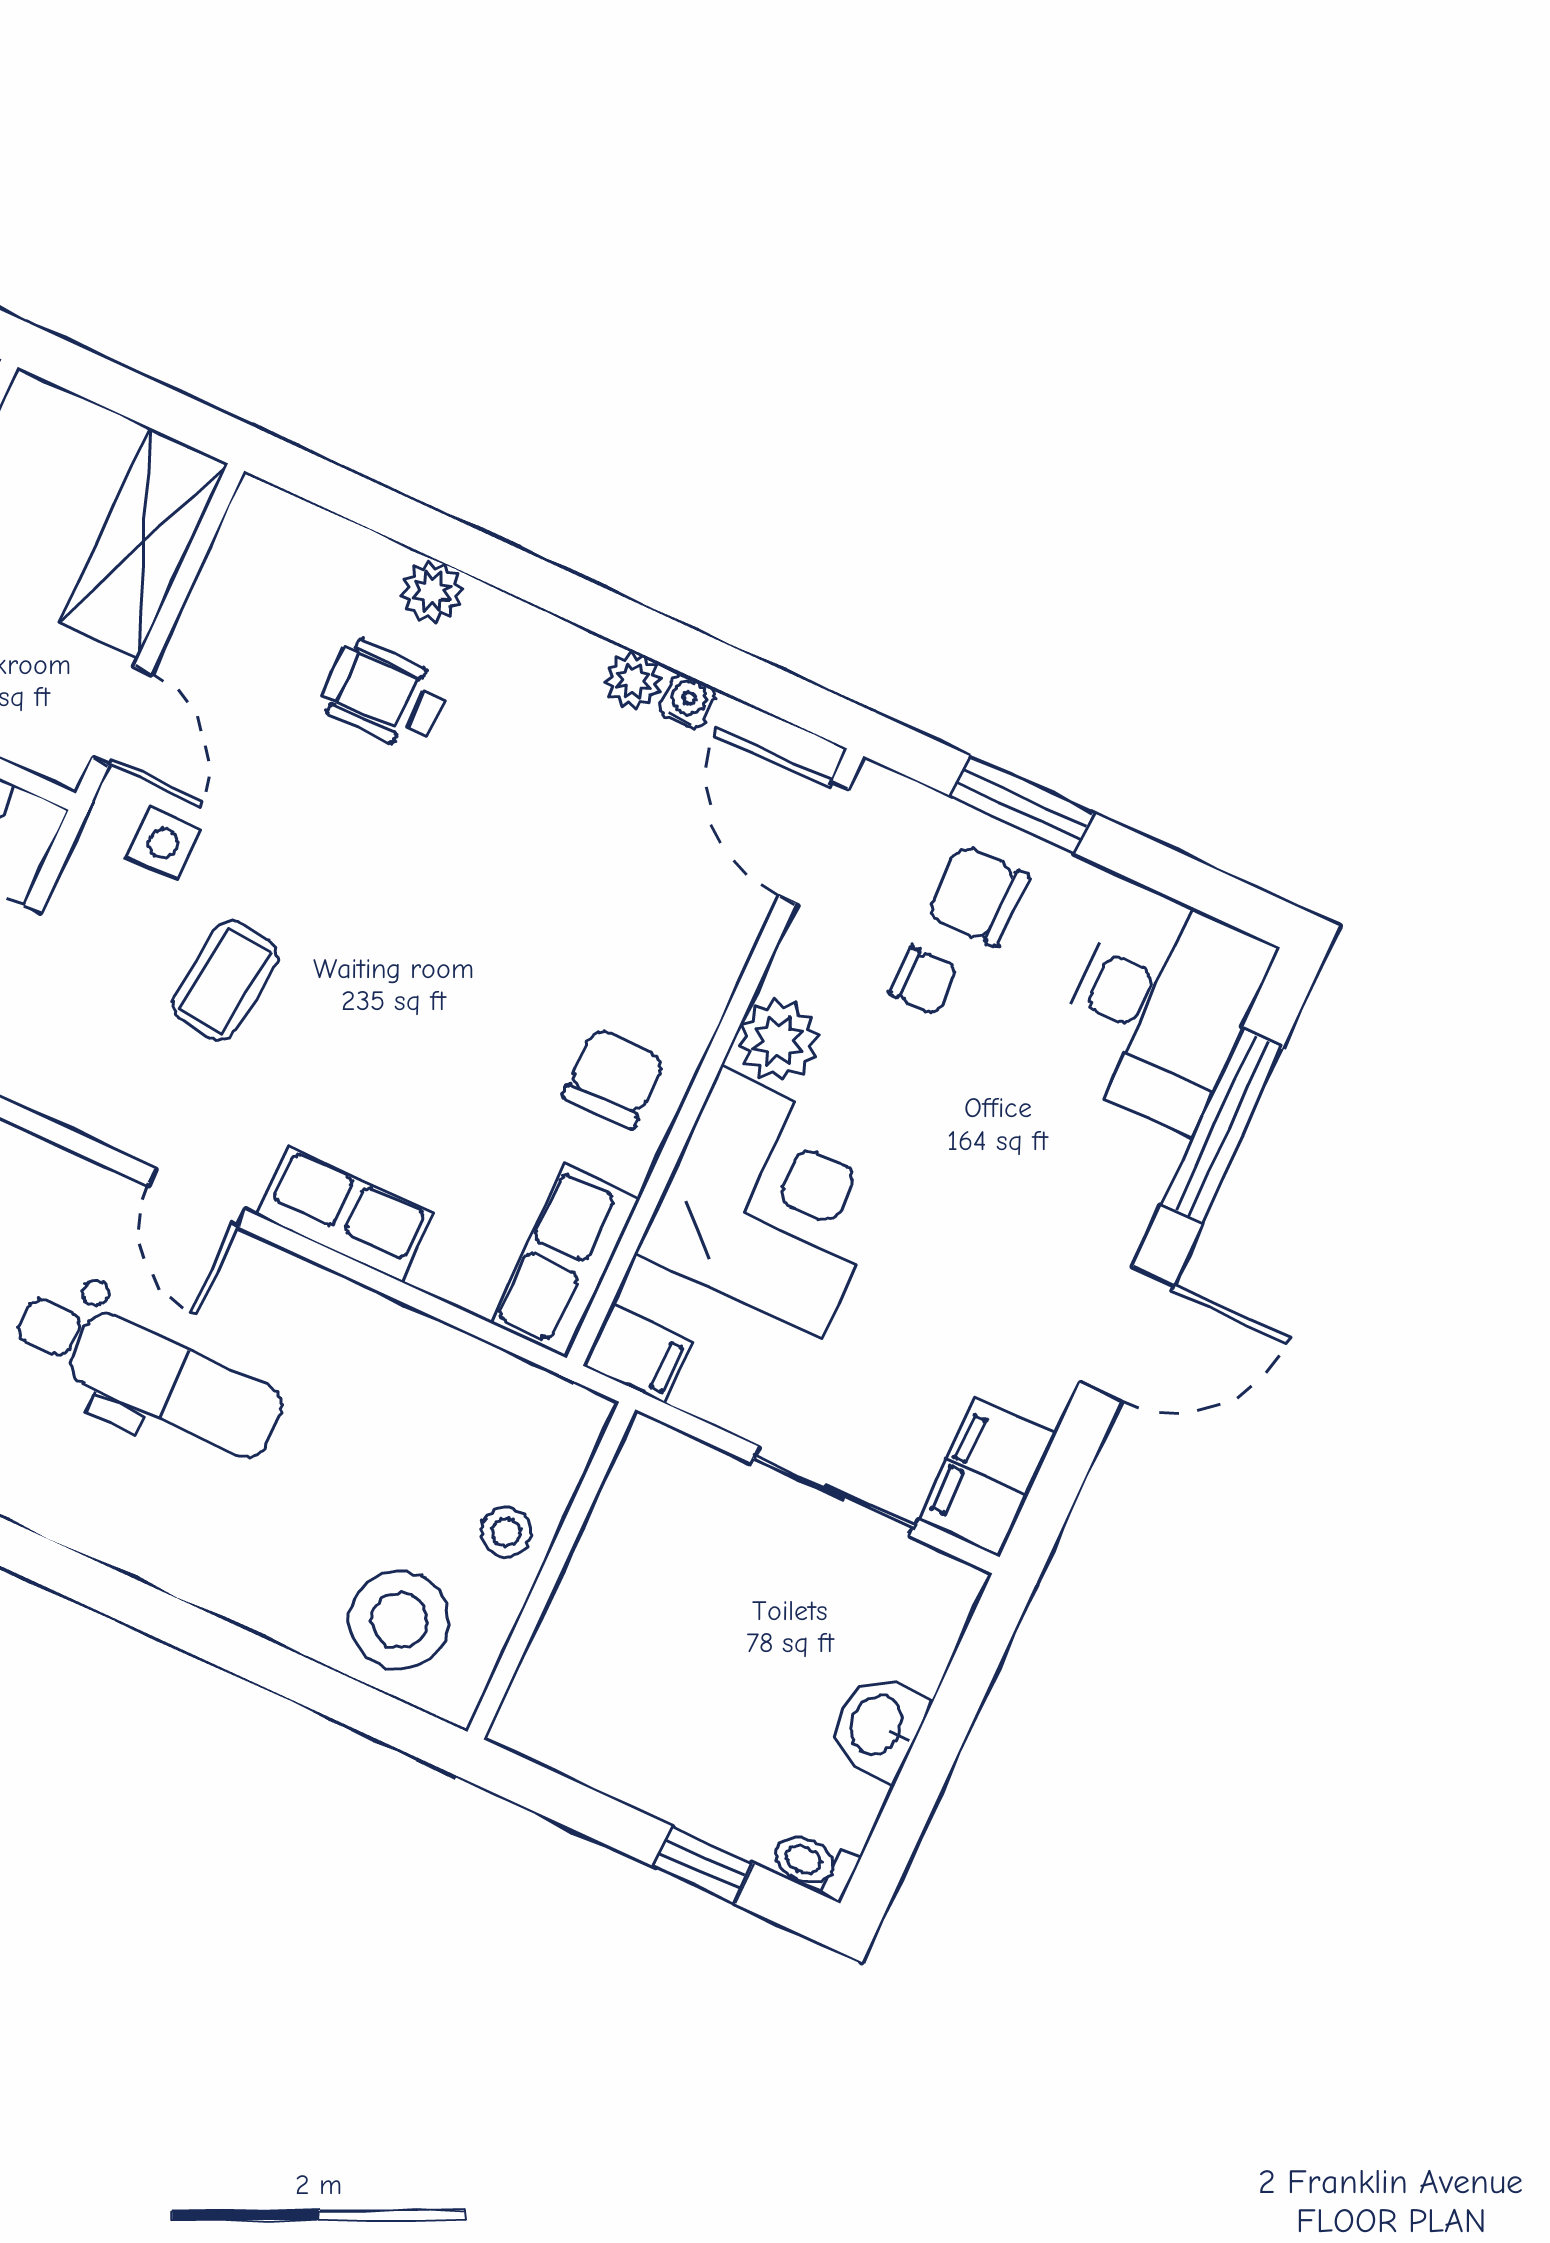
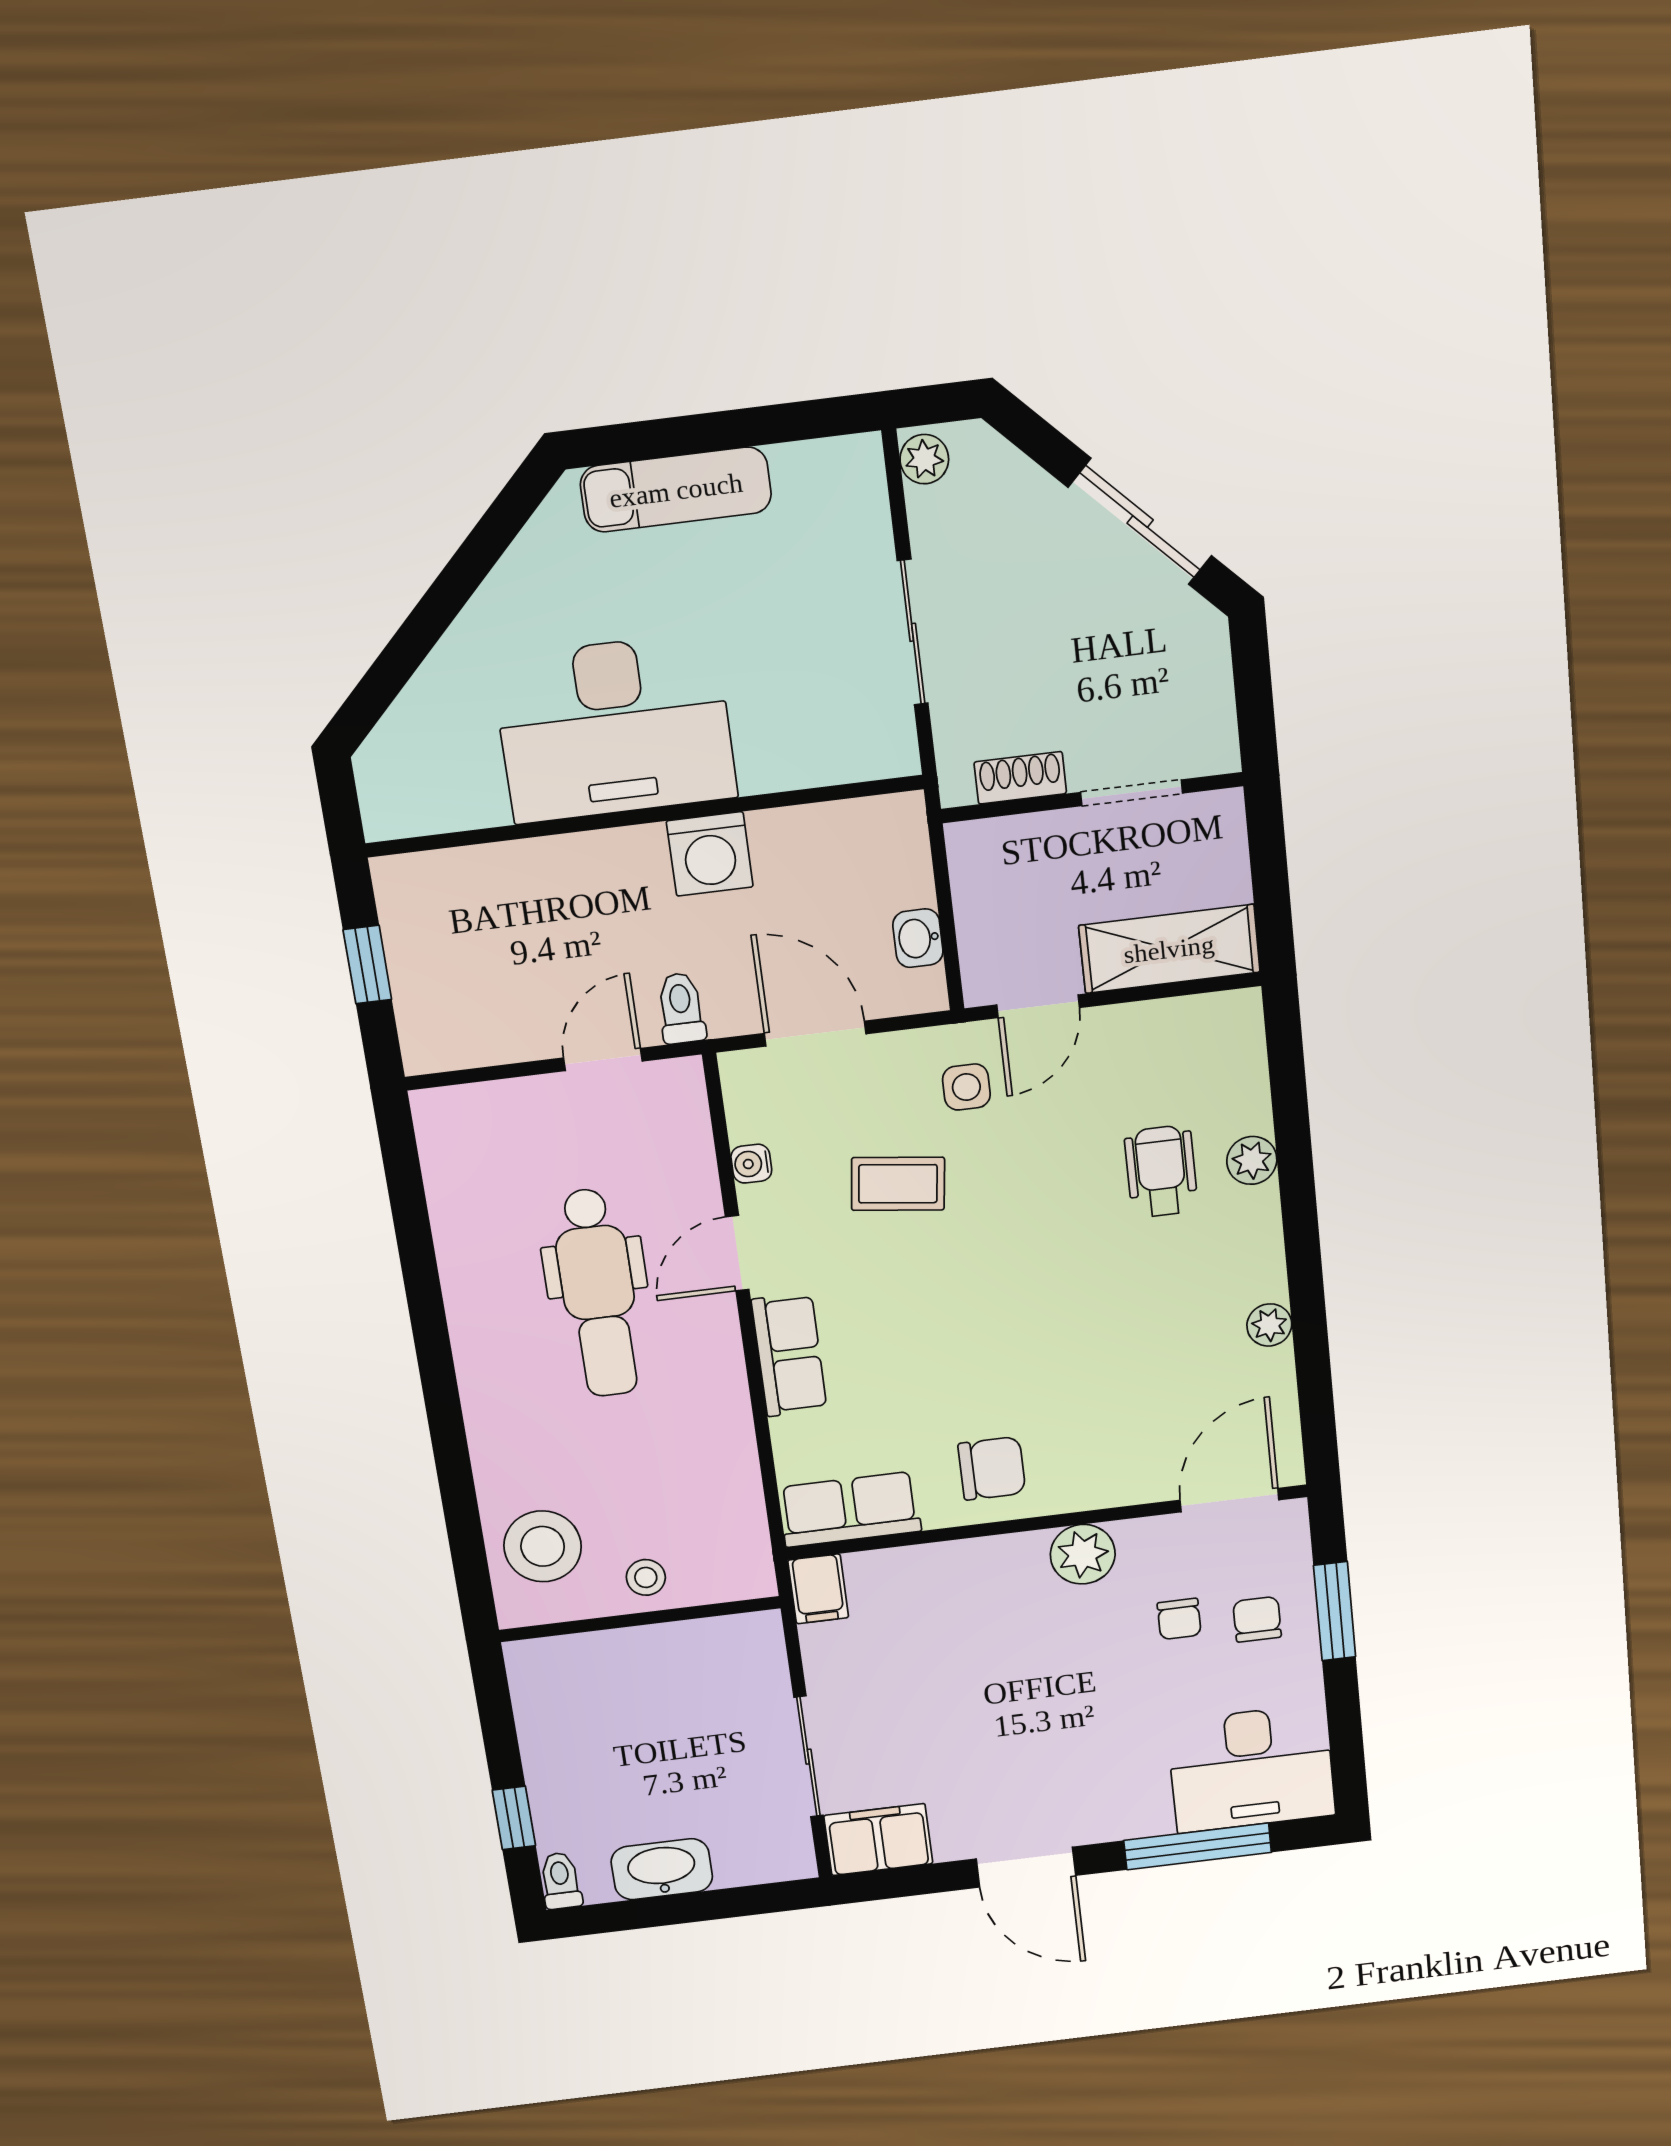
water cooler: (688, 701) -> (751, 1164), moved, turned 180
chair: (978, 895) -> (1257, 1619), width x0.73, depth x0.73
corner desk: (771, 1203) -> (972, 1611), removed
washbasin: (879, 1726) -> (662, 1869), width x1.38

